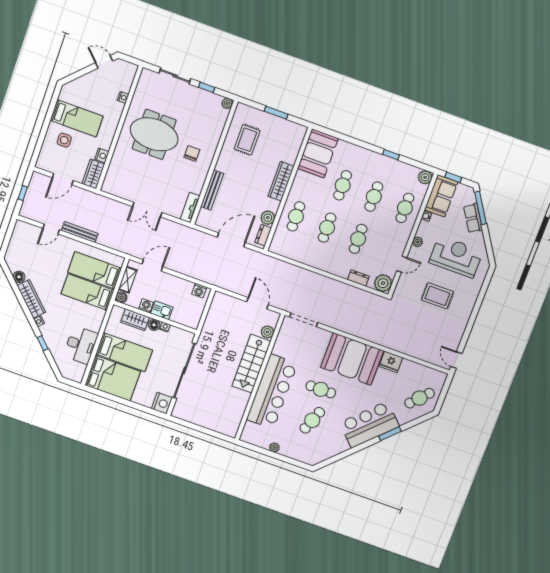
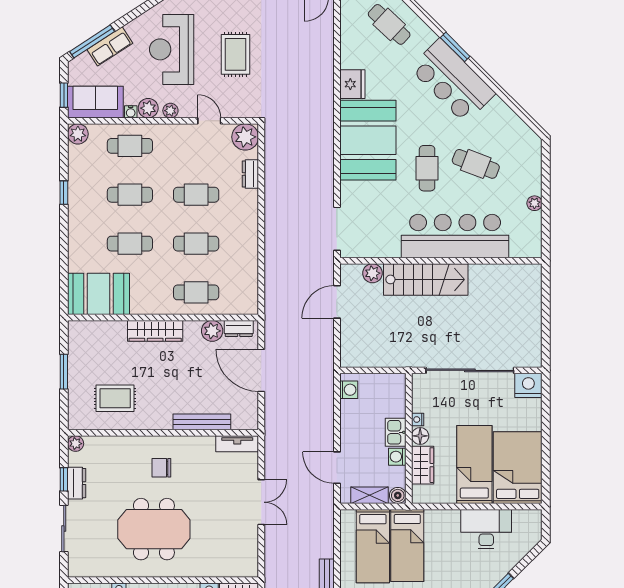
dresser: (201, 95) -> (77, 483), added
meeting table: (154, 134) -> (154, 529), turned 90
plant: (424, 228) -> (148, 108), added

